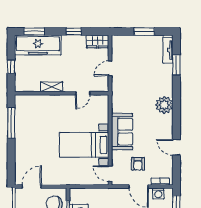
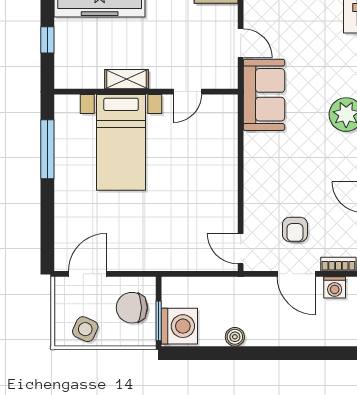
door: (110, 68) -> (241, 43), swing flipped
sofa: (122, 132) -> (264, 95), moved
bed with nightstands: (84, 145) -> (121, 142), moved, turned -90

